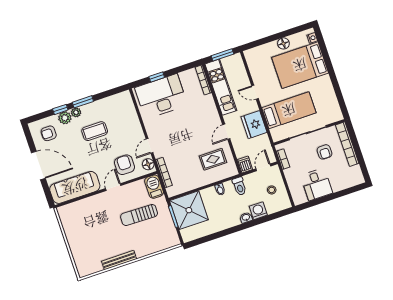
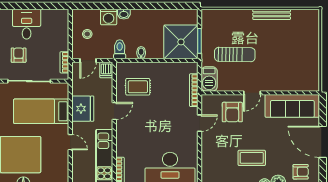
floor lamp: (148, 164) -> (207, 104), removed
desk: (317, 184) -> (27, 24), moved

